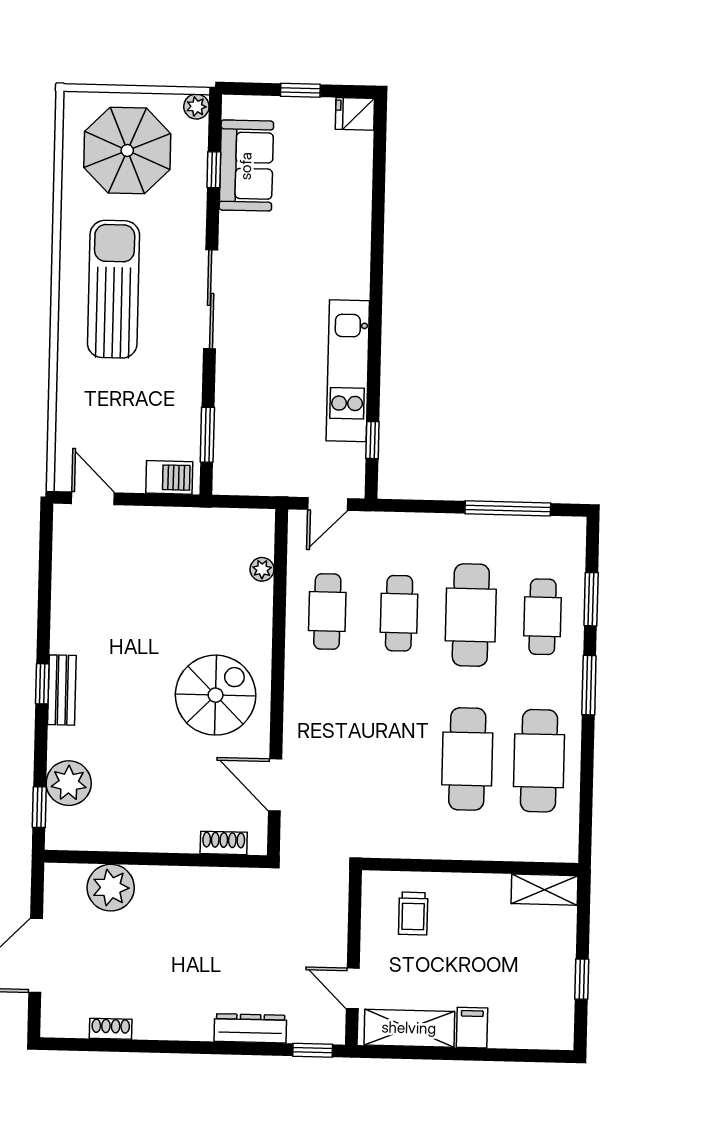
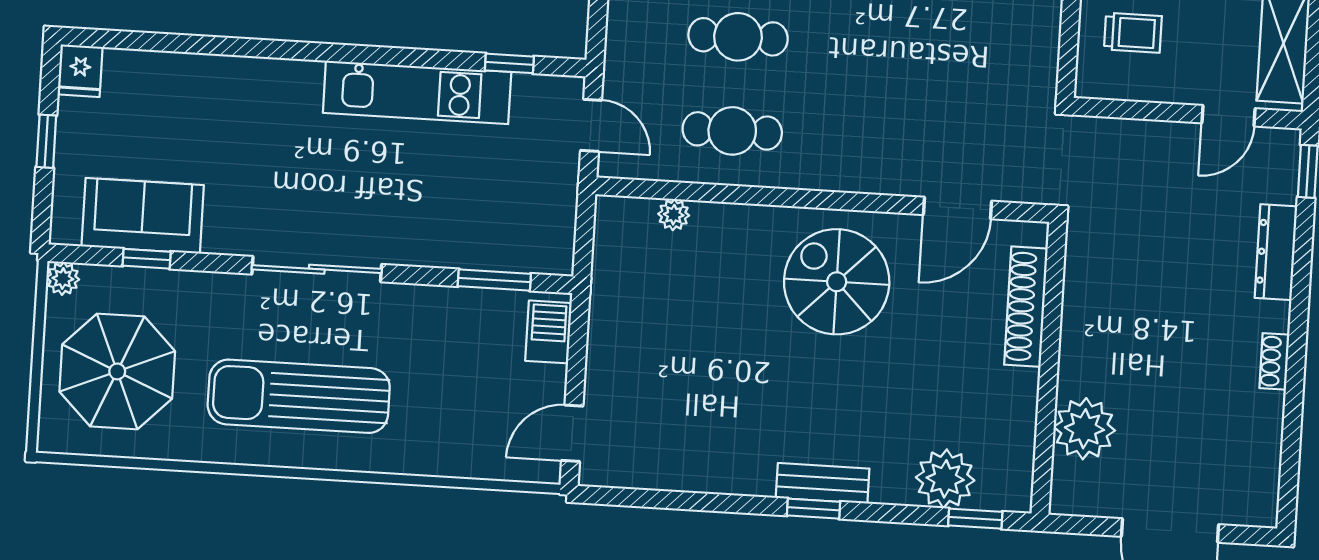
shoe rack: (224, 843) -> (1026, 307), width x1.94, depth x1.24
shoe rack: (111, 1029) -> (1274, 361), moved

